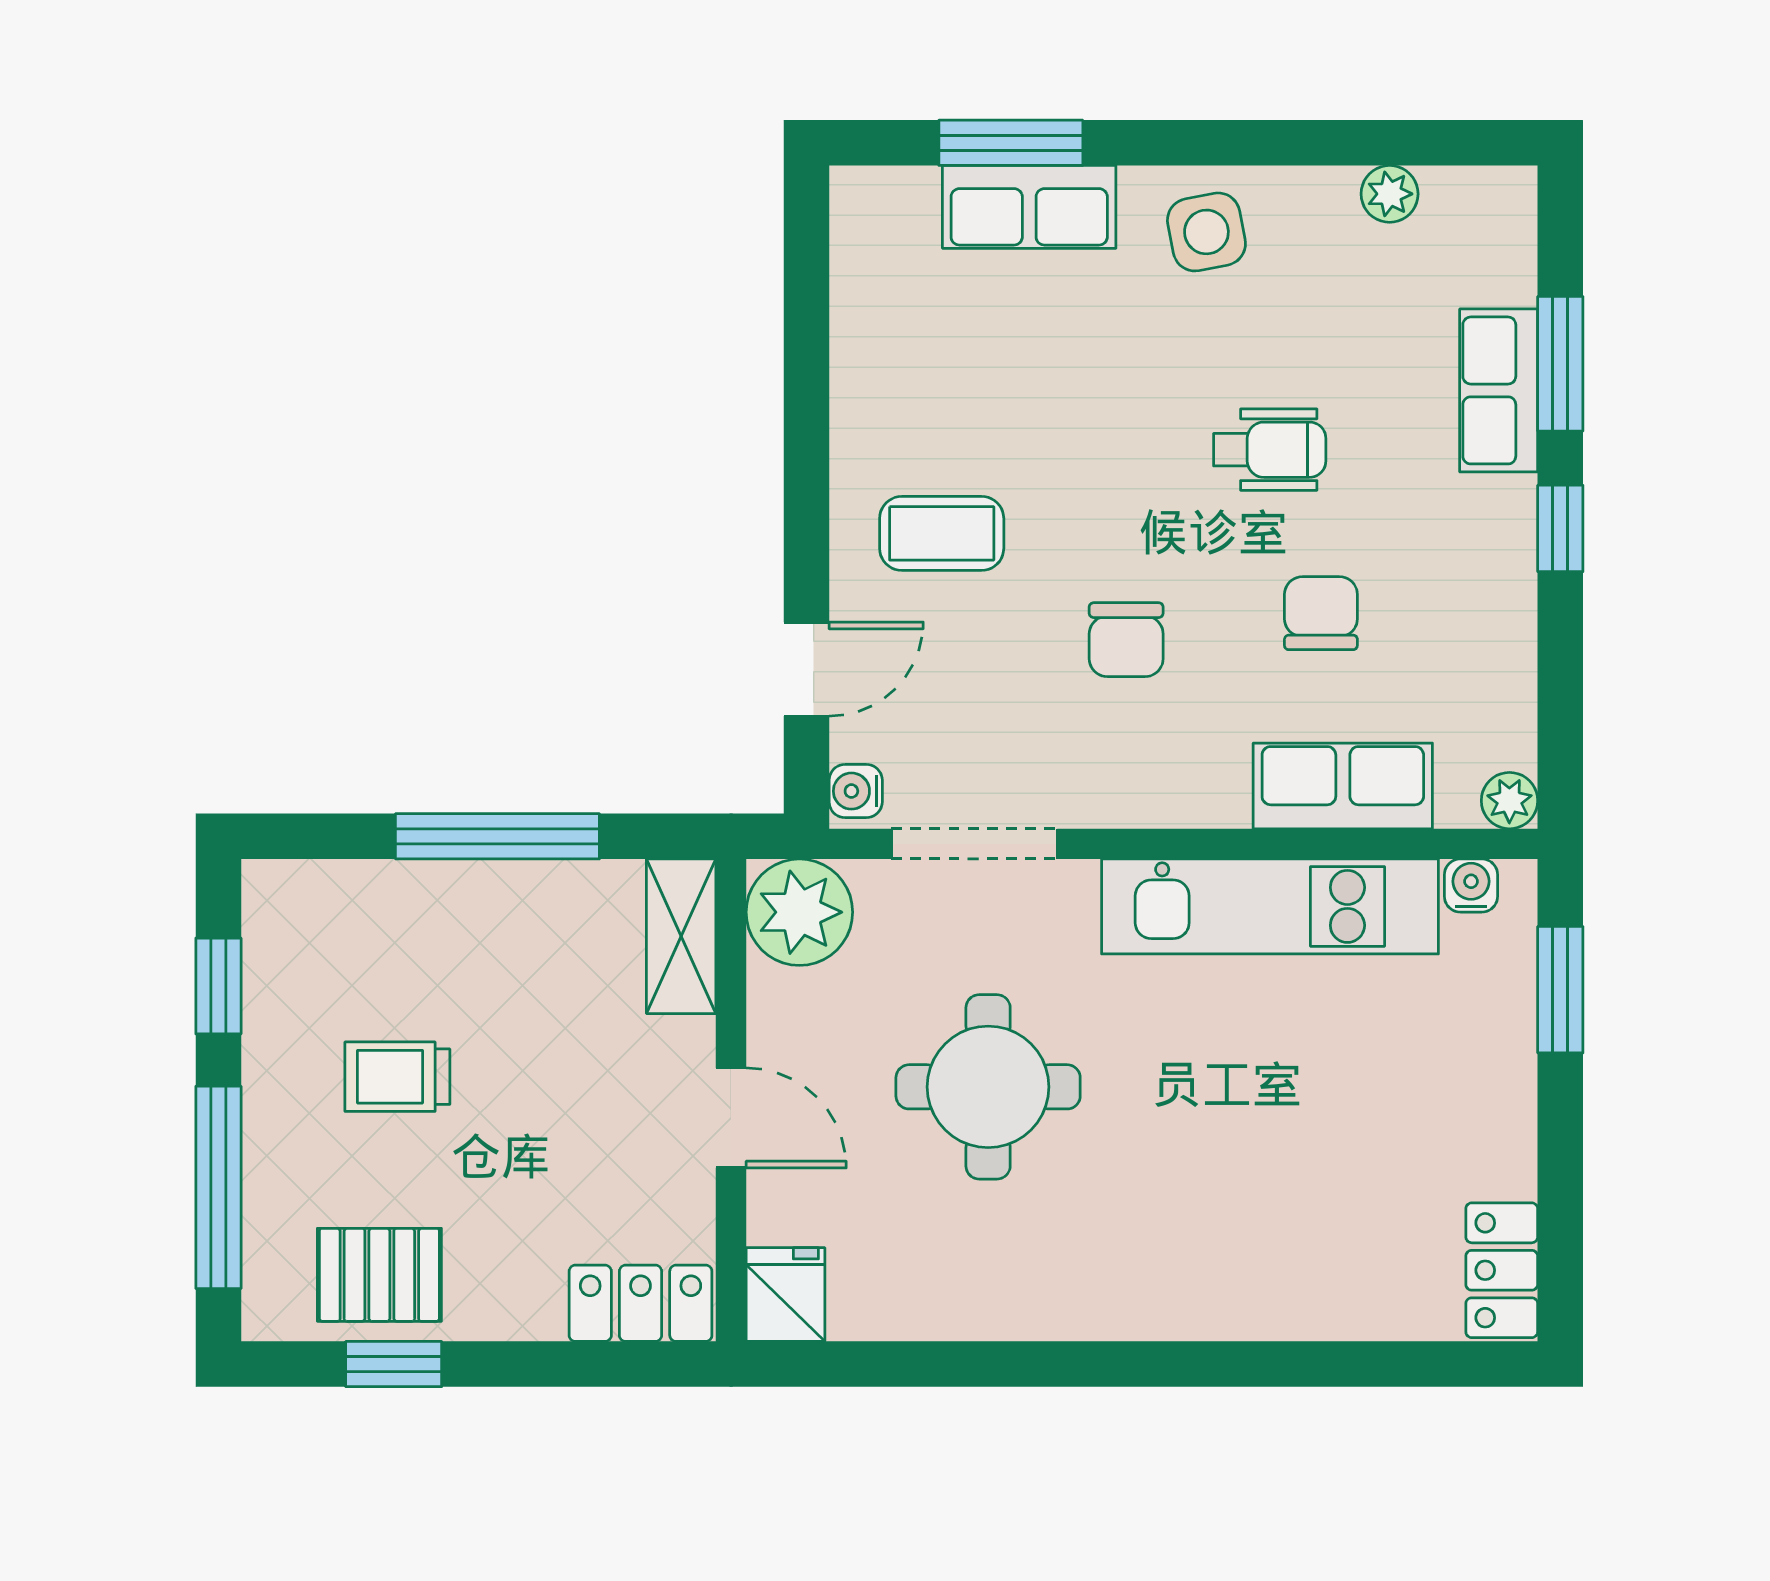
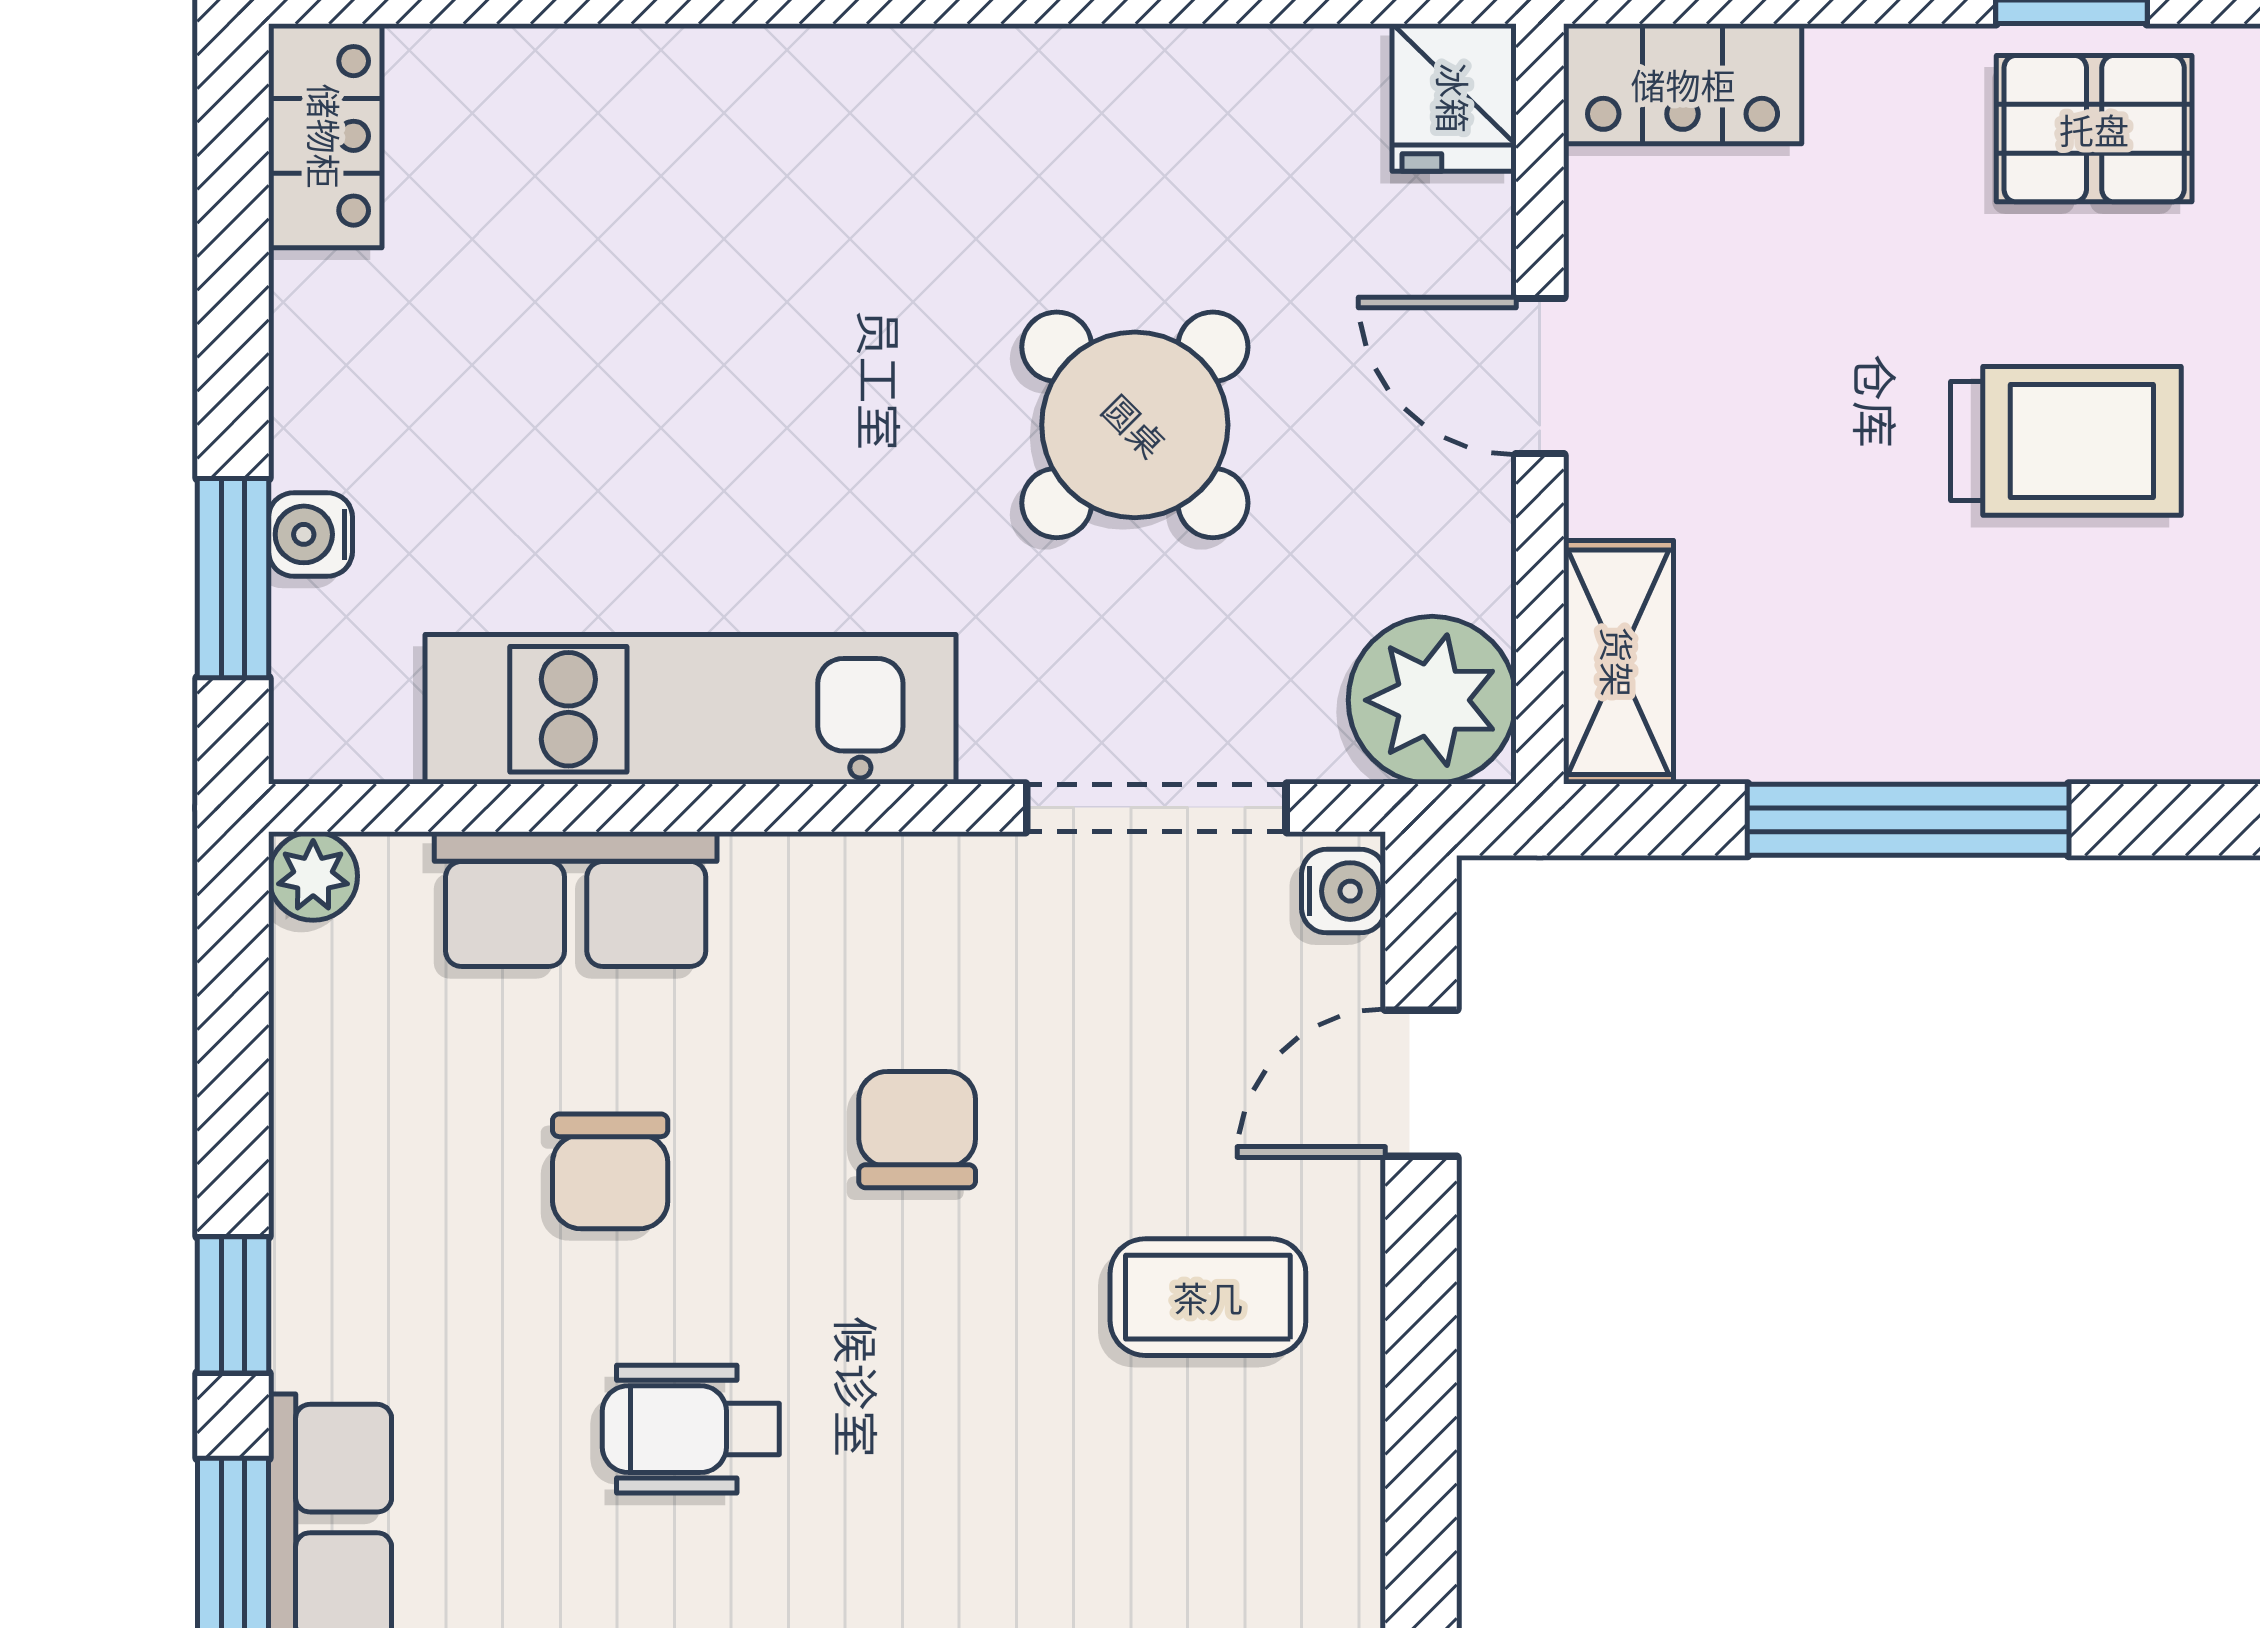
water cooler: (1471, 886) -> (311, 534), moved, turned 90
trolley: (397, 1077) -> (2066, 441), width x1.36, depth x1.39
round table: (988, 1087) -> (1135, 425), turned 45

